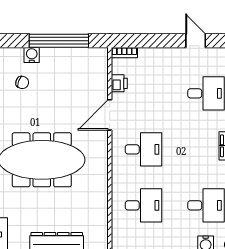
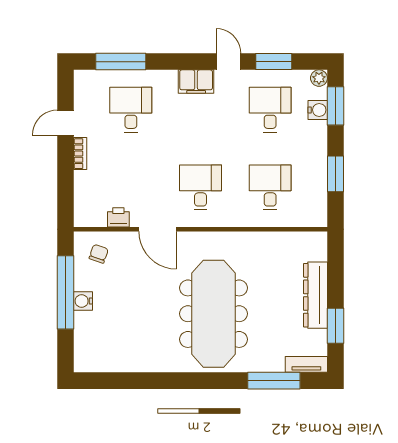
bookcase: (124, 53) -> (80, 154), moved
water cooler: (32, 55) -> (83, 301), moved
chair: (22, 82) -> (99, 254), moved

